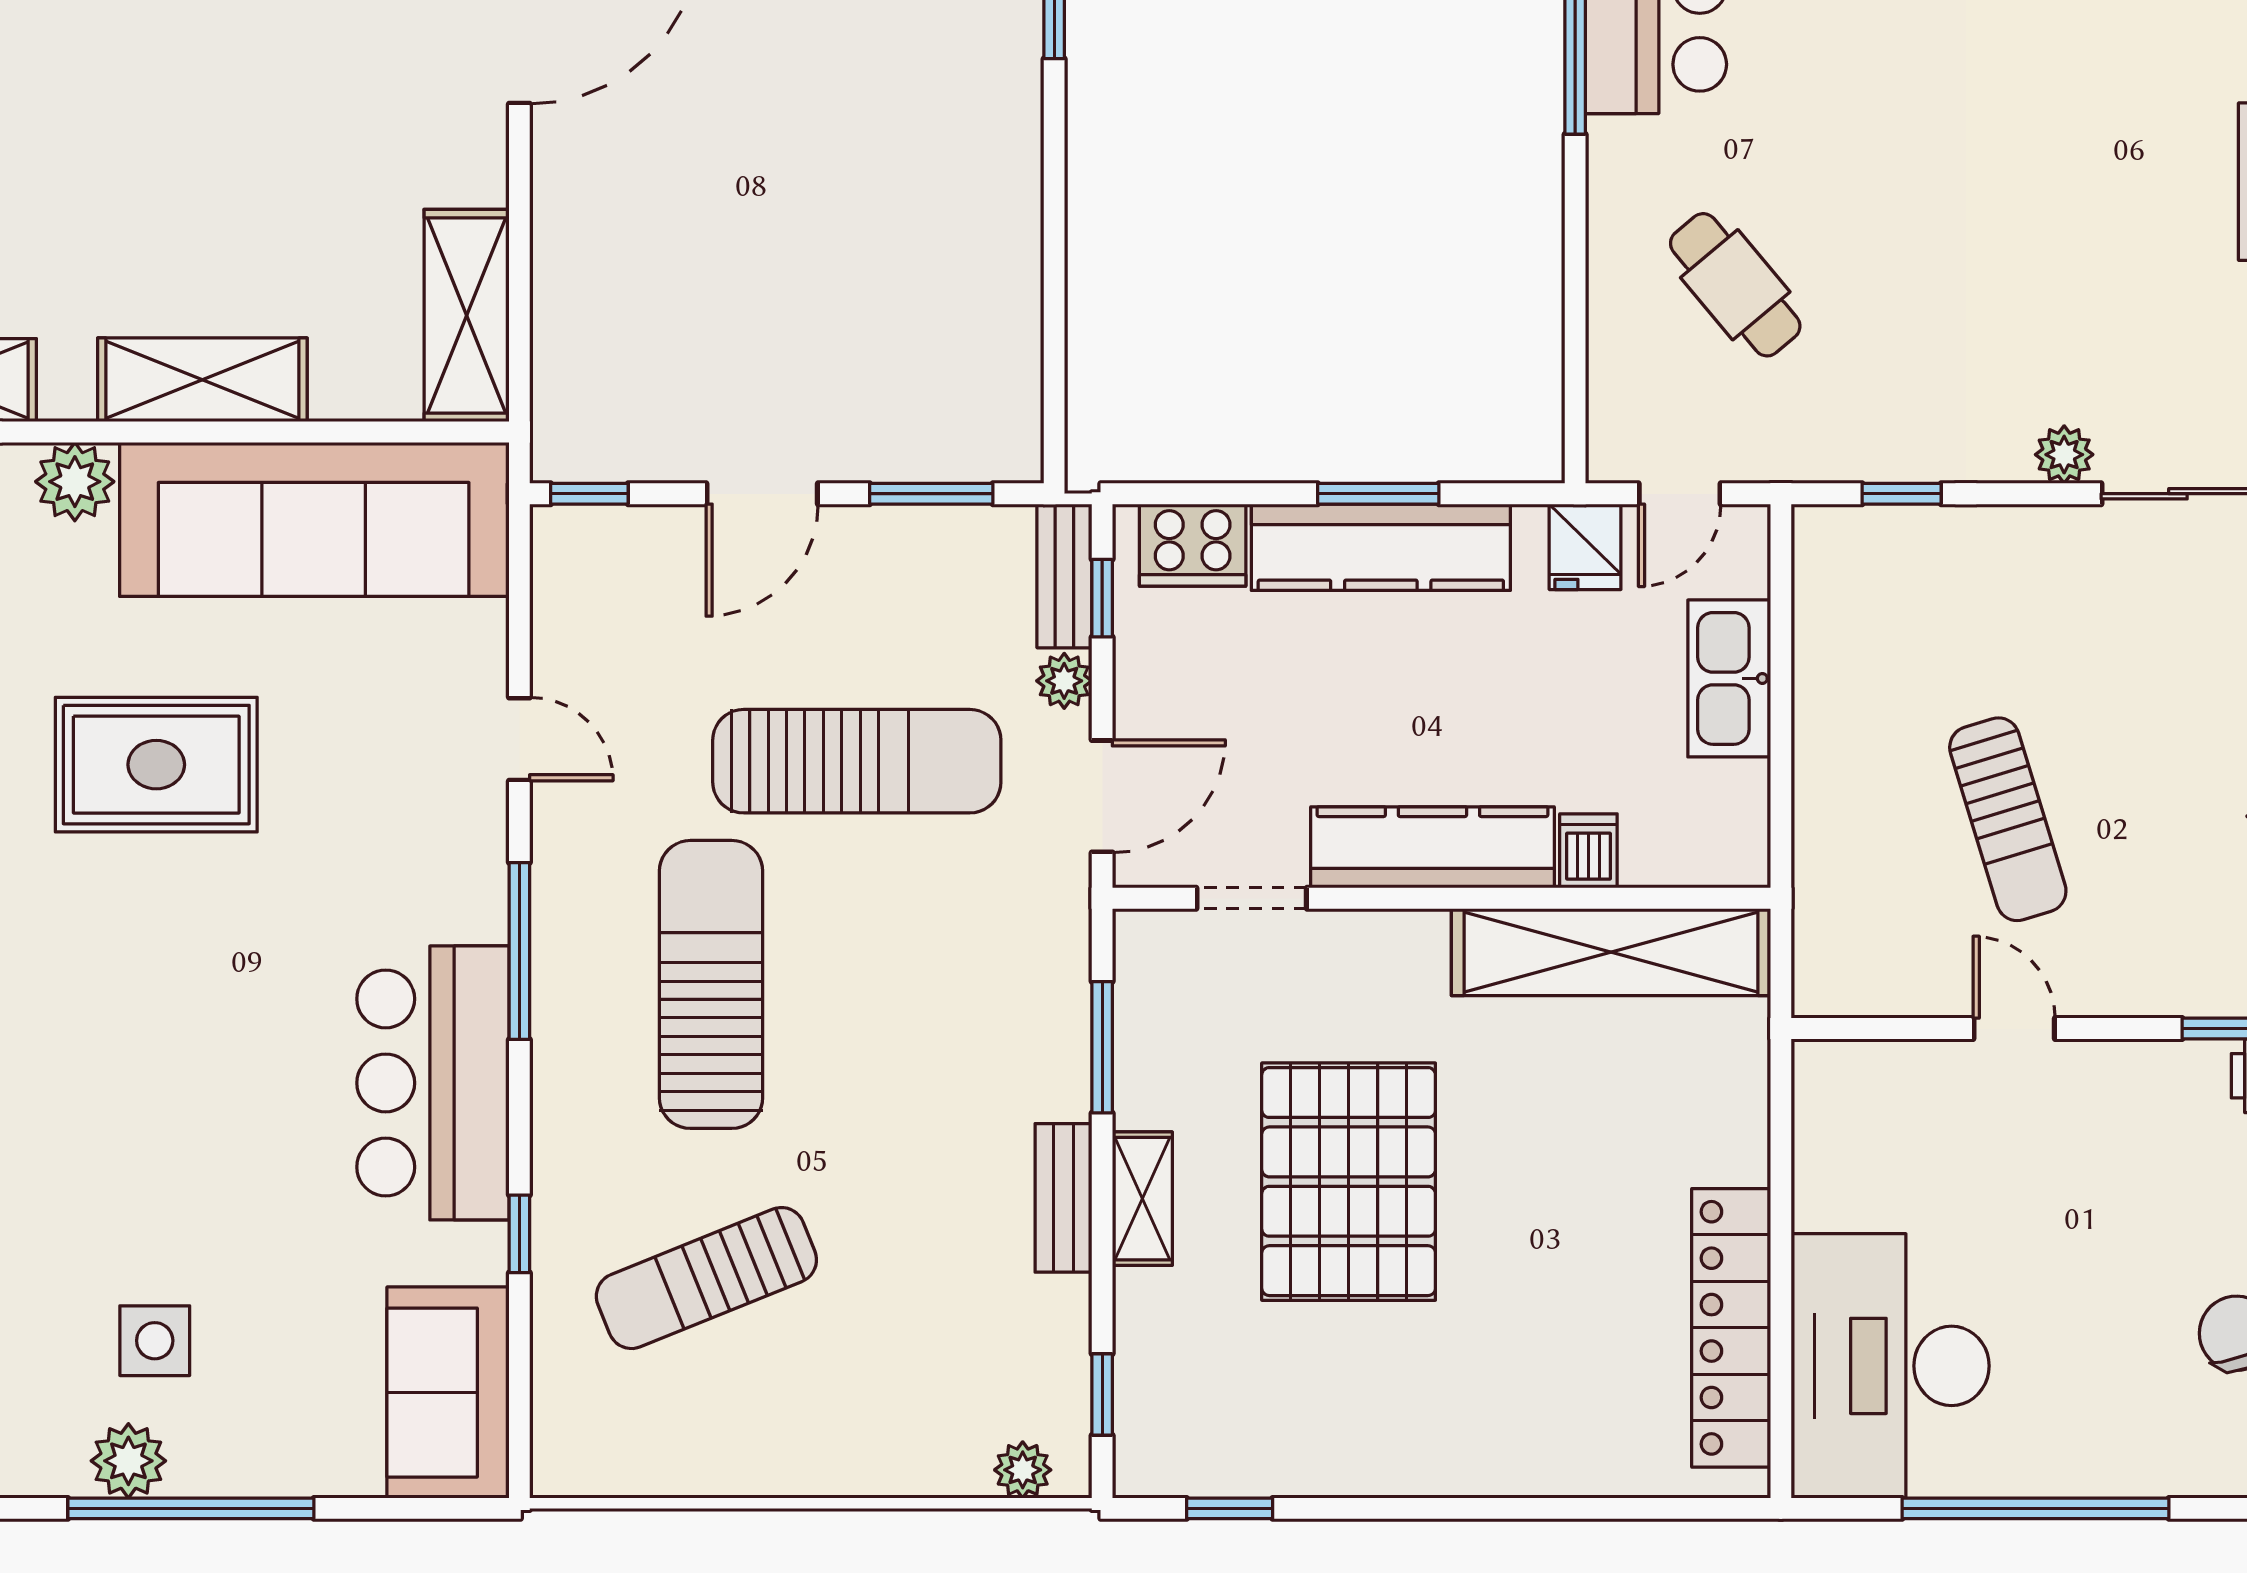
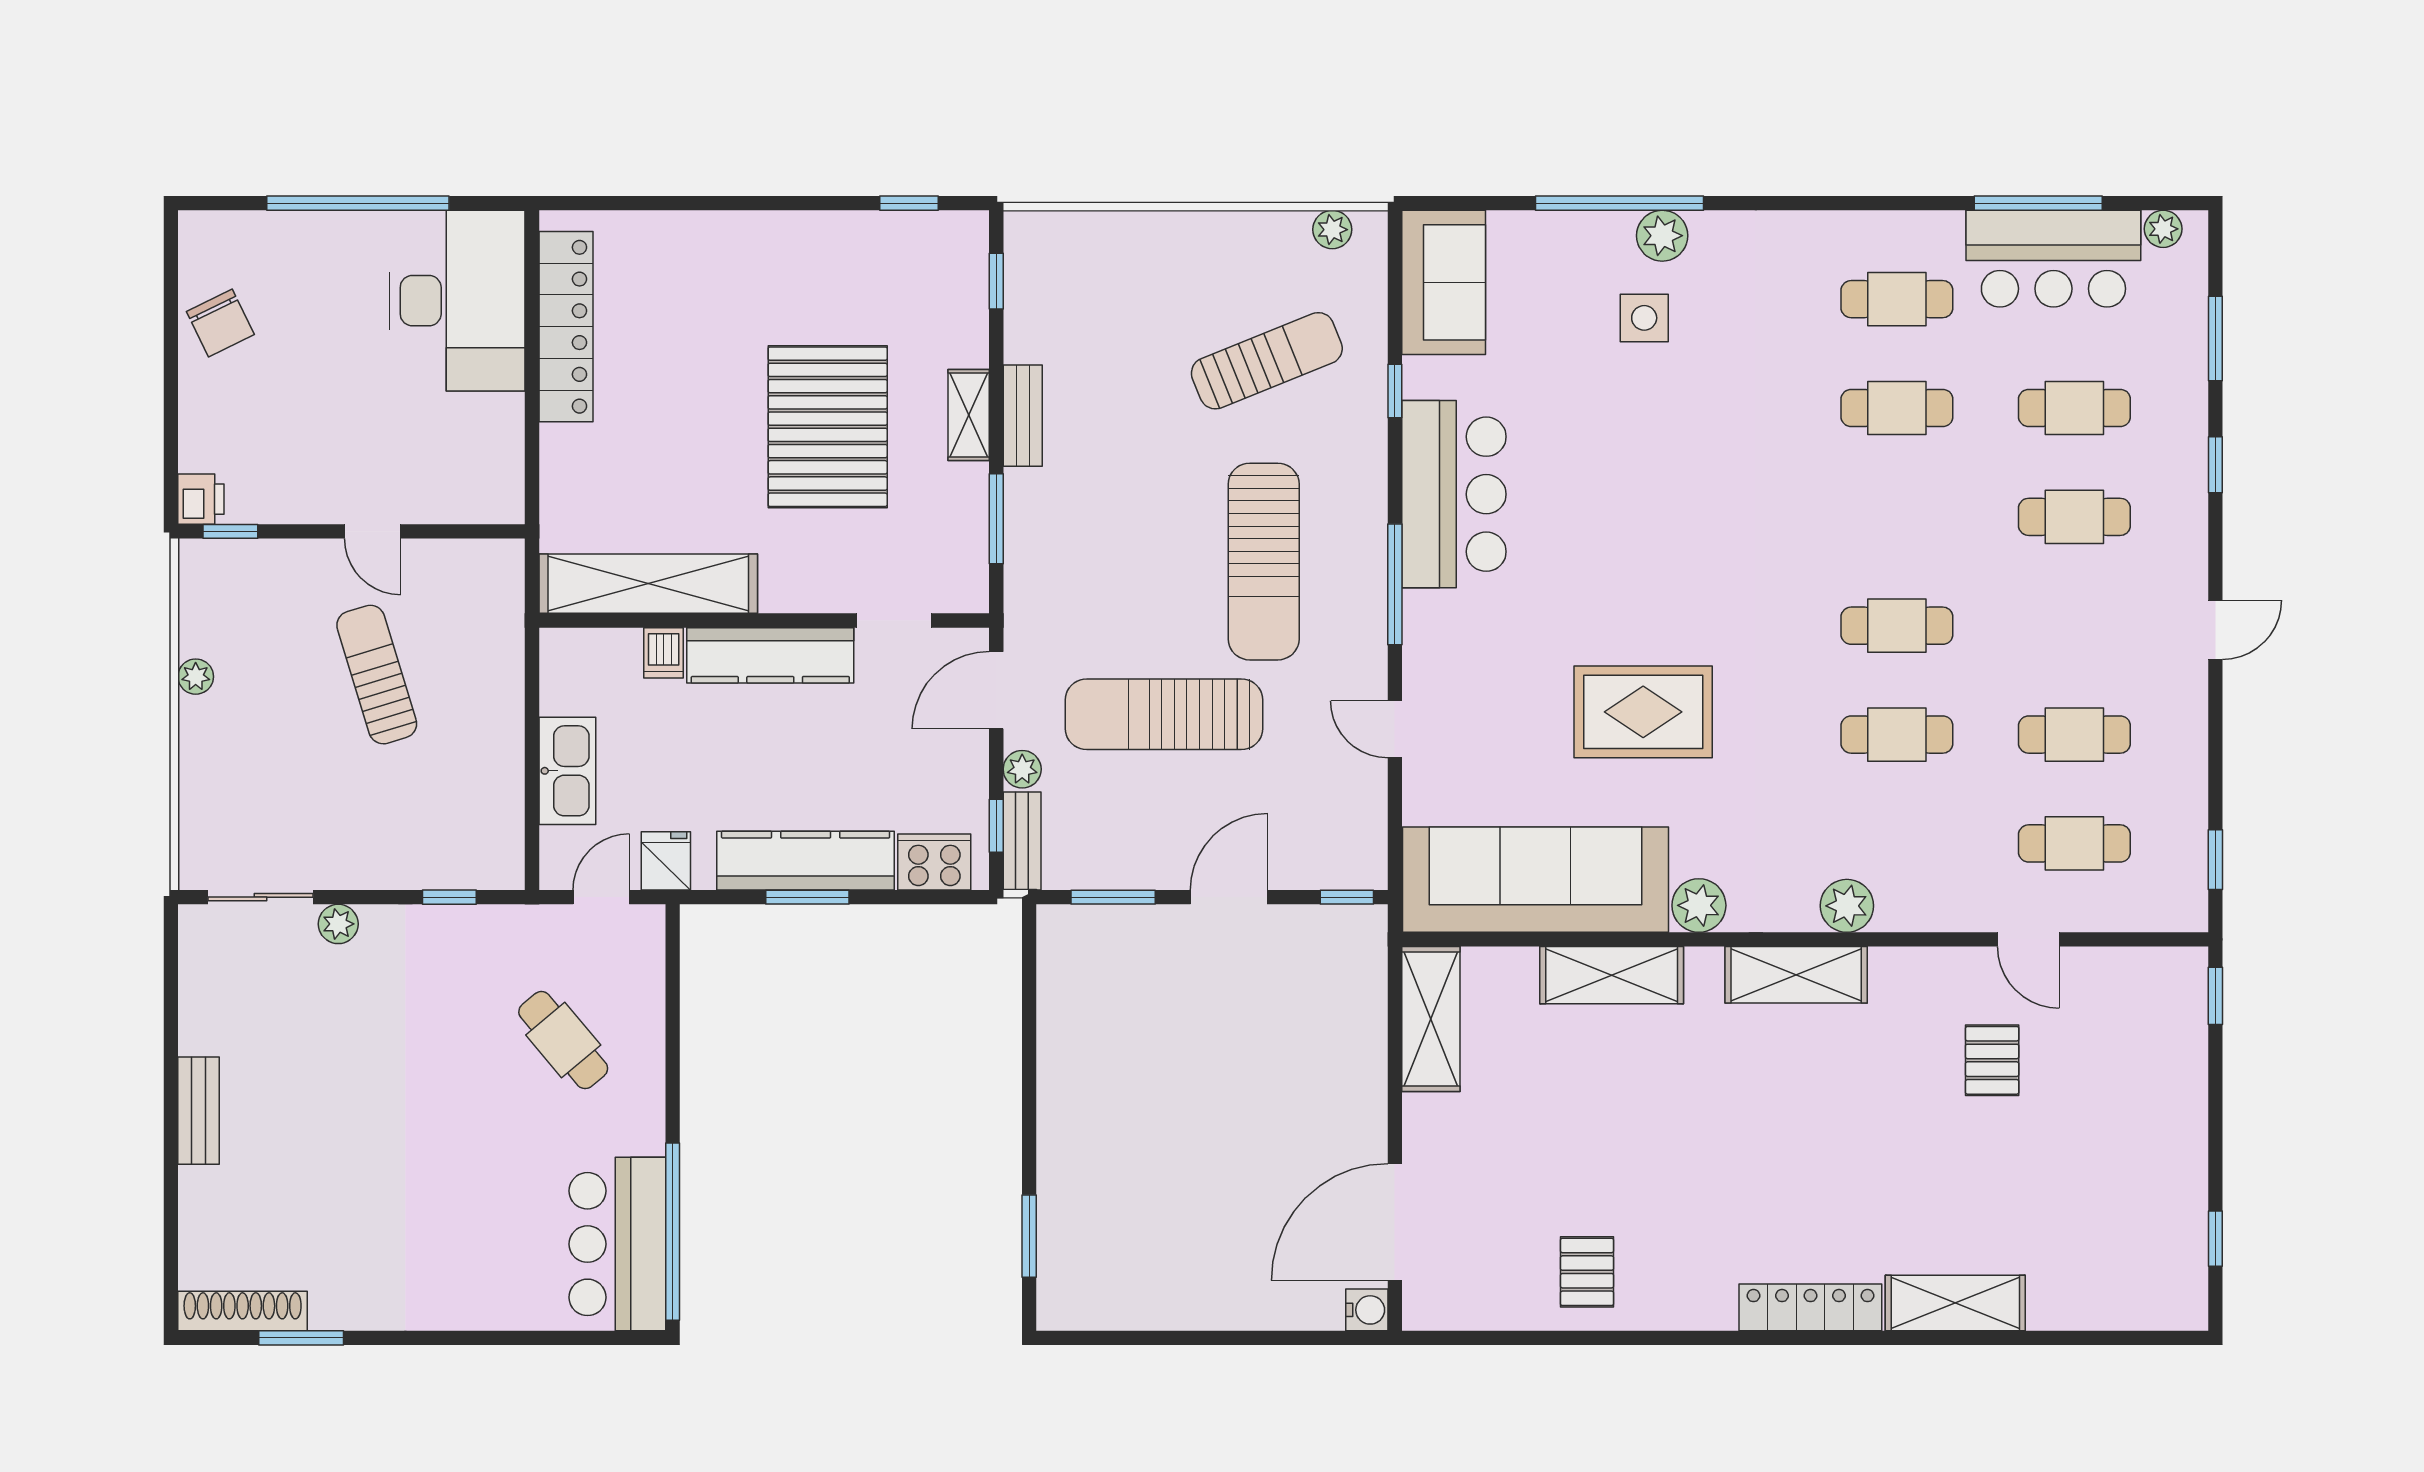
plant: (1023, 1470) -> (1332, 230), moved

